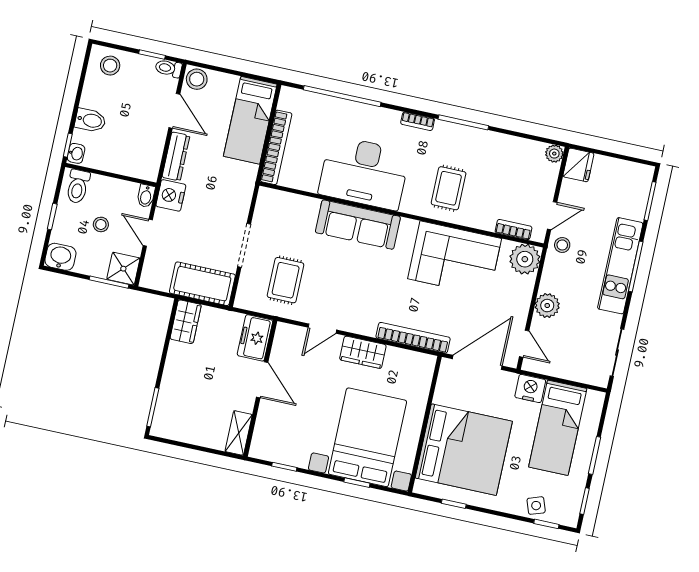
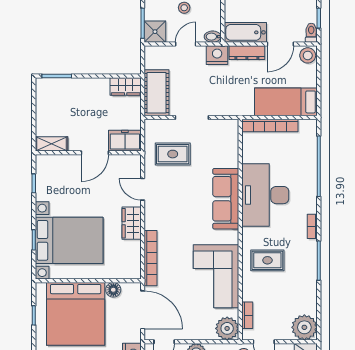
bathtub: (150, 153) -> (245, 32), added
plant: (554, 154) -> (304, 327), width x1.88, depth x1.88
floor lamp: (443, 395) -> (113, 290), added

